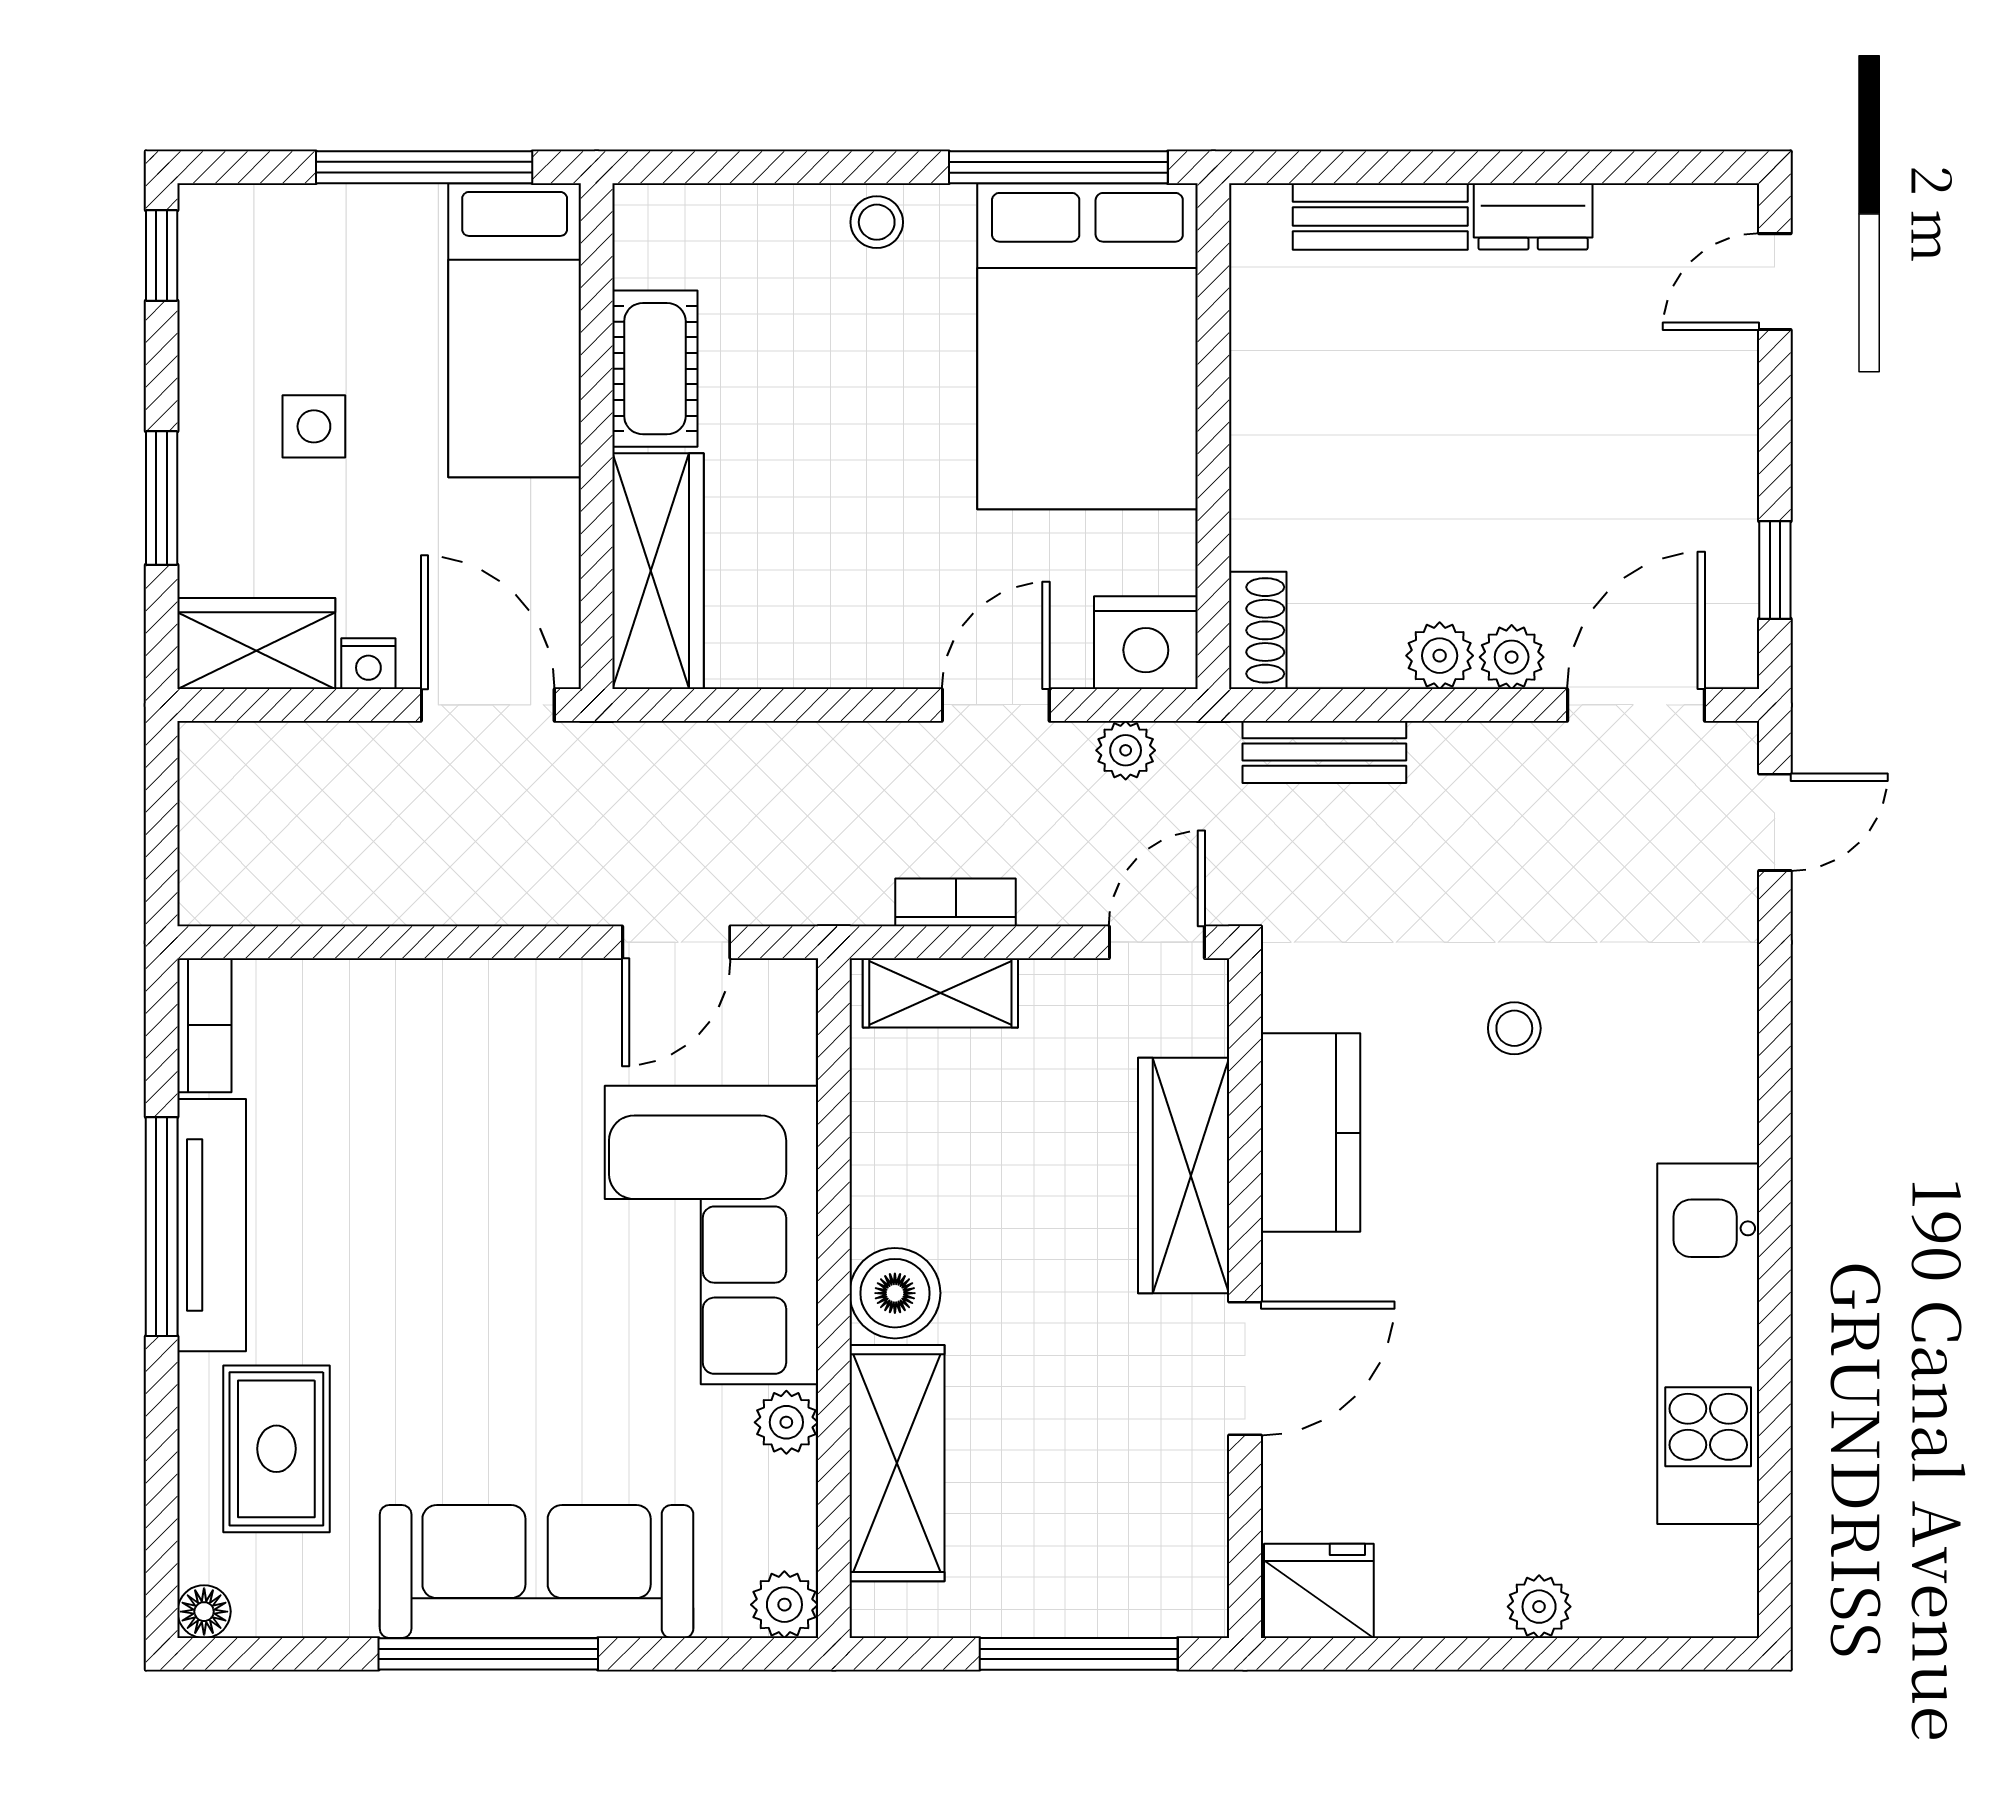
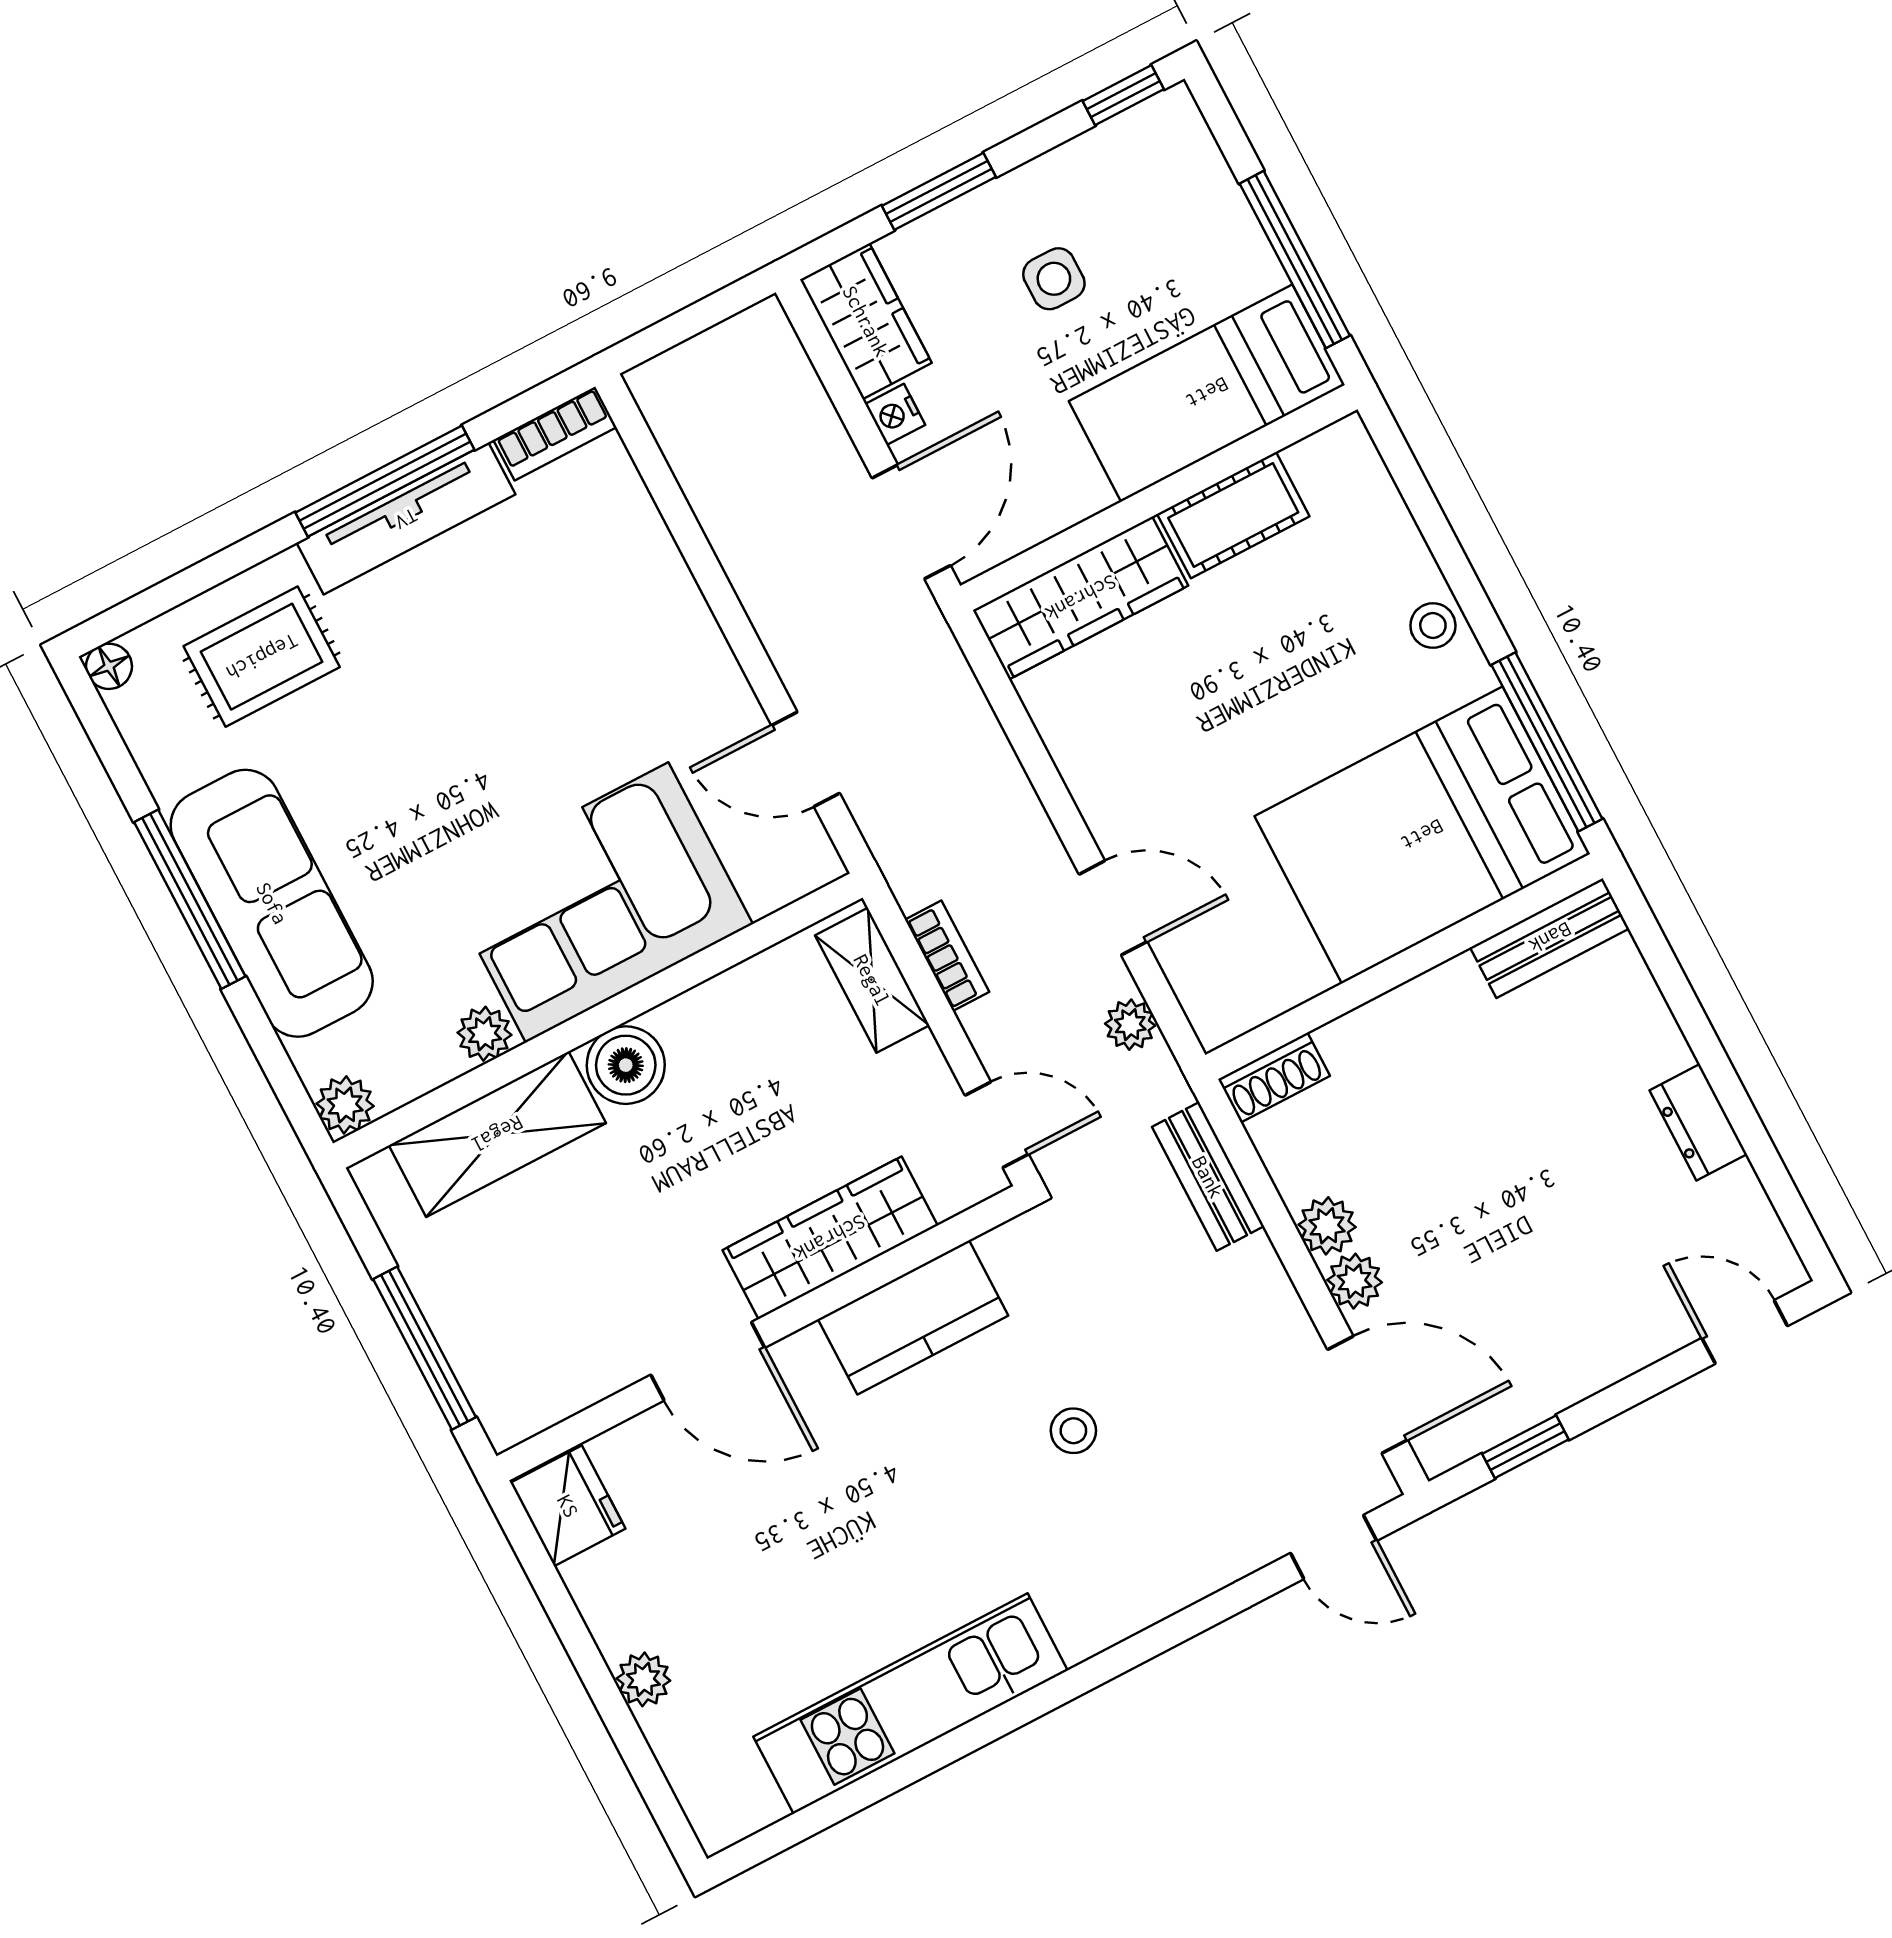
bench: (1380, 216) -> (1550, 938), moved, turned 90
nightstand: (1146, 643) -> (1220, 997), removed

